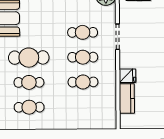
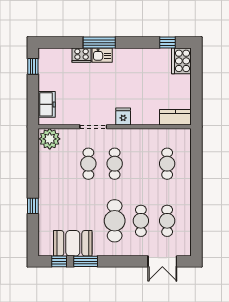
fridge: (127, 76) -> (123, 117), moved
cafe table: (83, 82) -> (167, 164), moved
kitchen counter: (127, 98) -> (175, 117), moved

